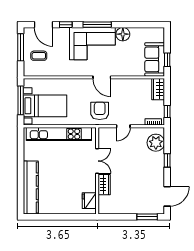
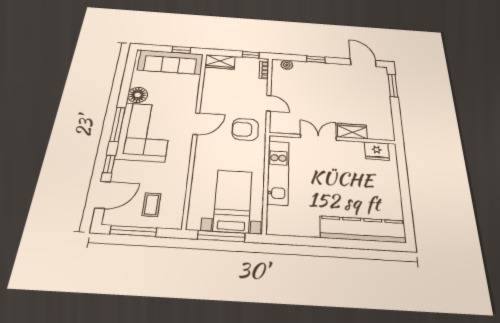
sofa: (155, 59) -> (171, 62), width x1.36
kitchen unit: (59, 134) -> (278, 172), width x0.73
plant: (156, 143) -> (287, 65), width x0.53, depth x0.53

